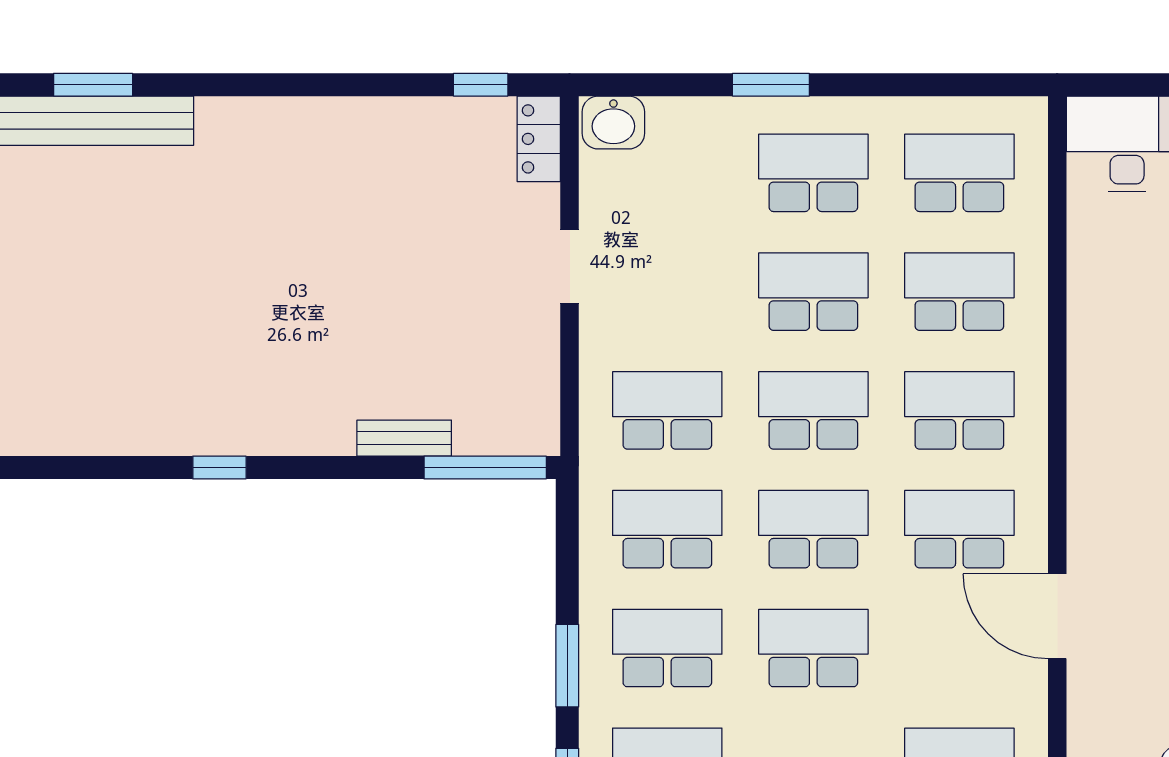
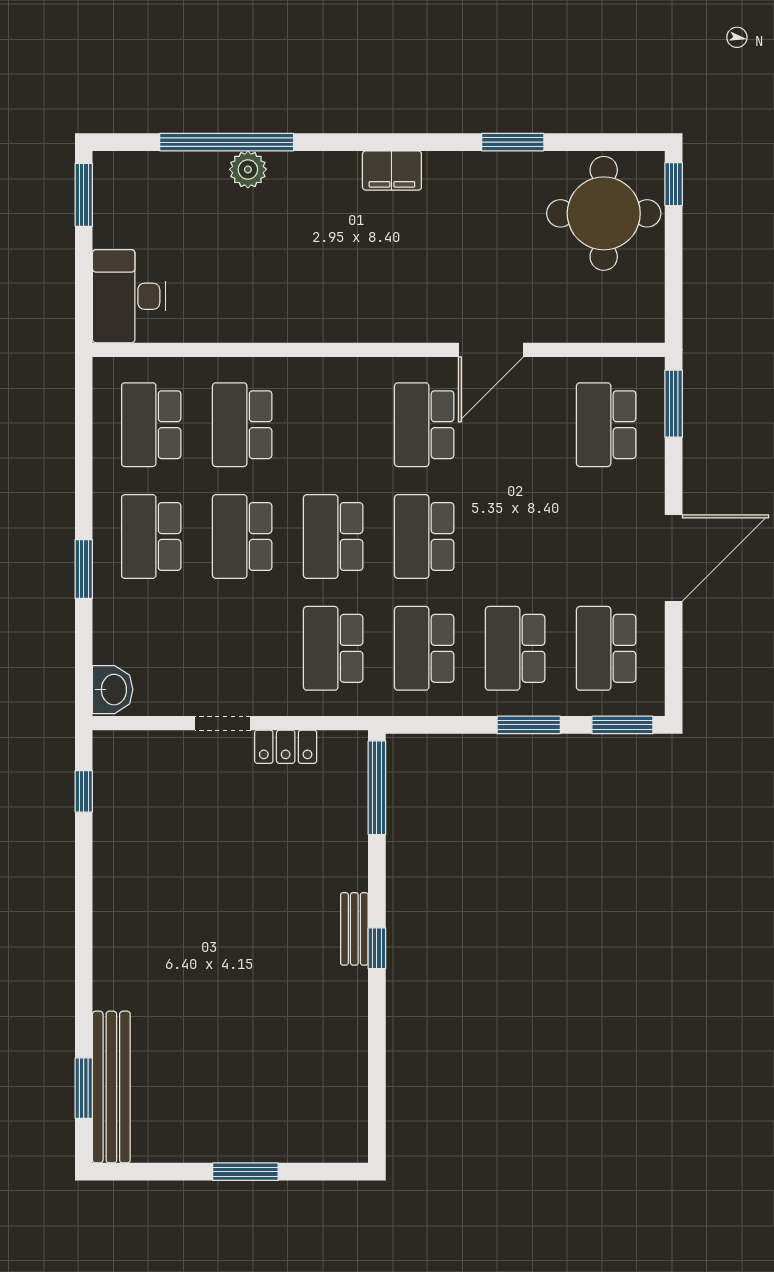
locker: (539, 139) -> (286, 747), moved
school desk: (959, 410) -> (333, 425), removed
bench: (404, 438) -> (354, 929), moved
window: (219, 468) -> (377, 948), moved
school desk: (813, 648) -> (515, 537), removed

